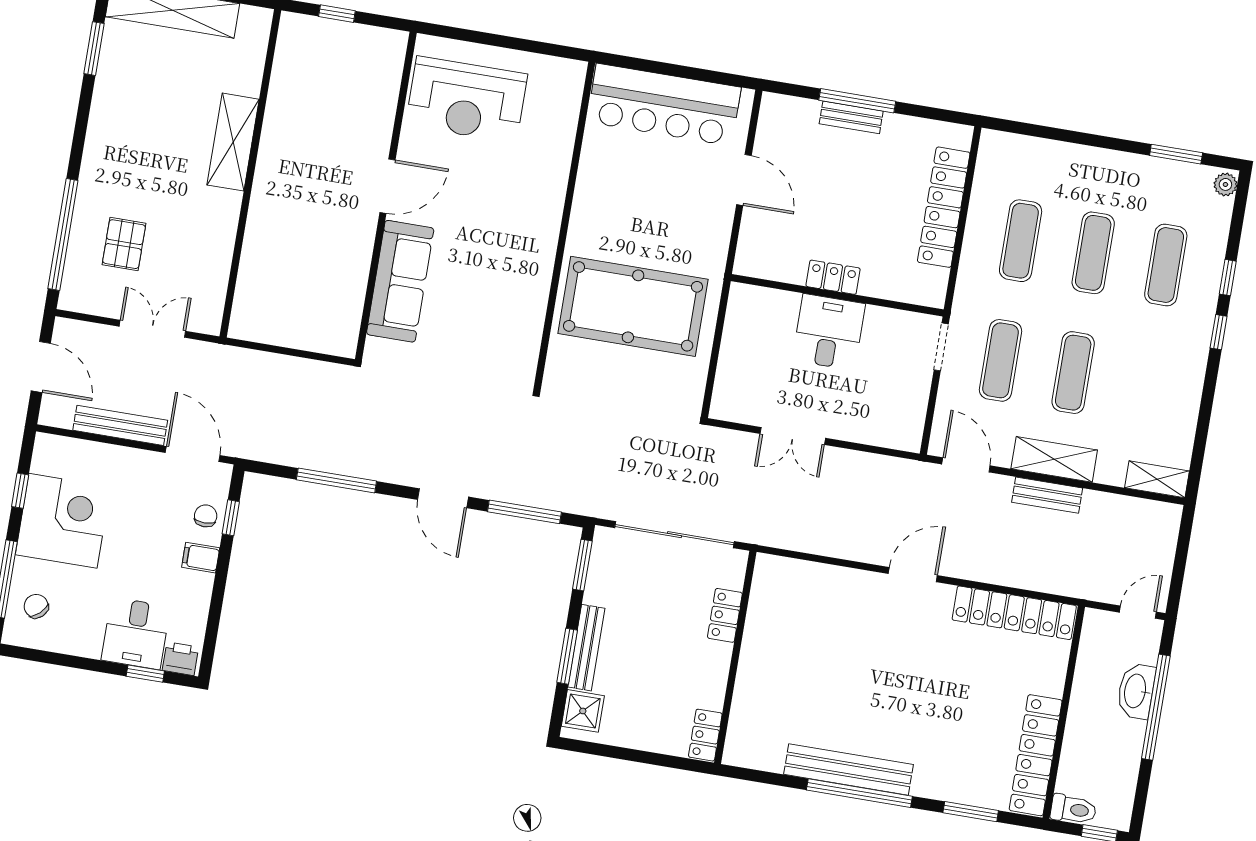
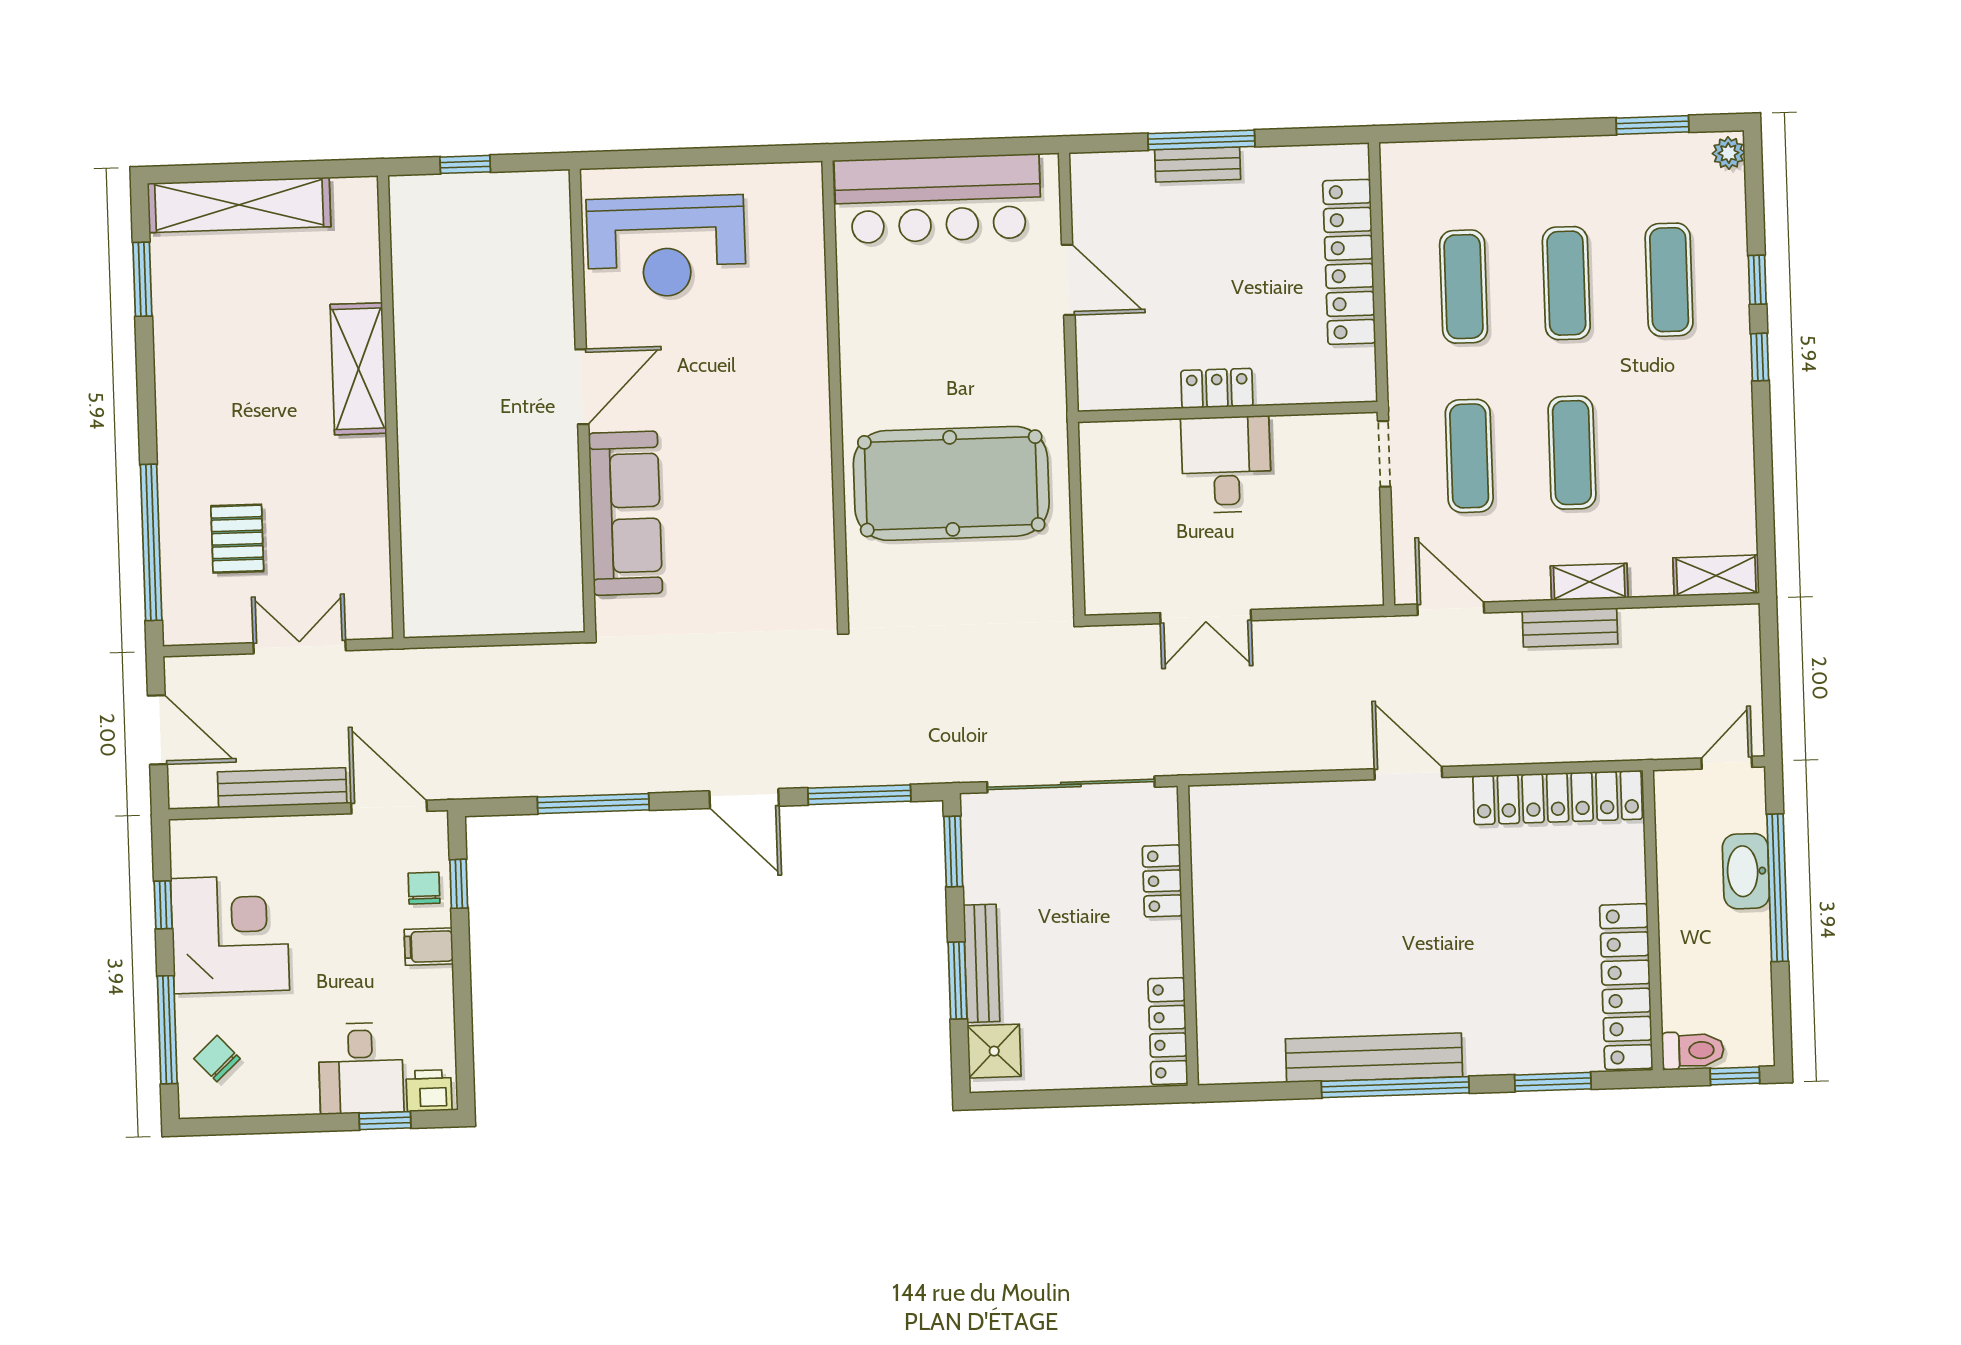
shelving: (1054, 459) -> (1589, 582), width x0.67, depth x0.75
door: (913, 575) -> (1408, 773), hinge flipped
locker: (705, 735) -> (1168, 1031), width x1.53

